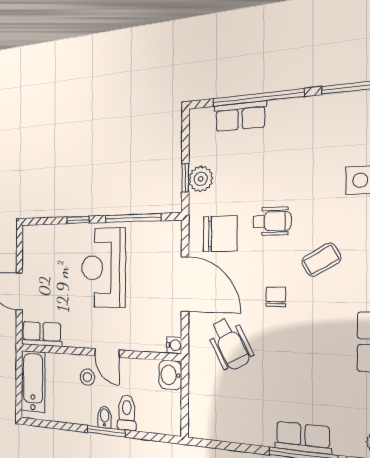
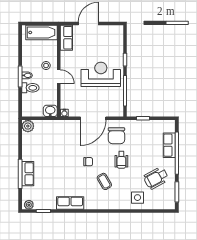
plant: (201, 179) -> (28, 126), moved
wheelchair: (230, 344) -> (156, 178), moved
door: (107, 353) -> (59, 77), swing flipped

